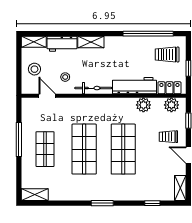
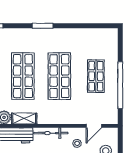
door: (47, 96) -> (94, 126), hinge flipped
window: (19, 139) -> (120, 85), width x1.46
shelving: (35, 195) -> (24, 119), moved

